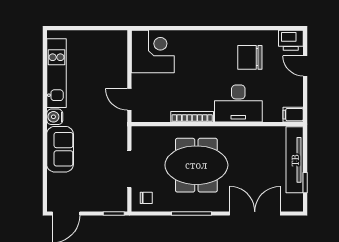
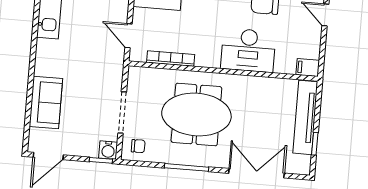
water cooler: (55, 117) -> (108, 150), moved, turned -90
bookcase: (192, 117) -> (171, 59), moved
sofa: (60, 149) -> (46, 102), moved

